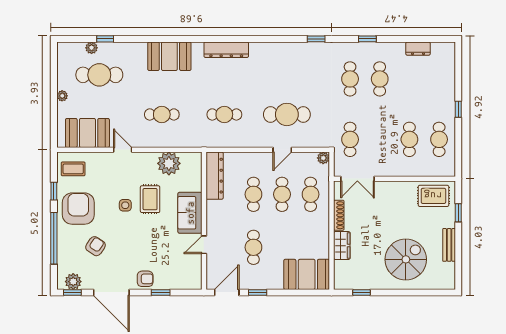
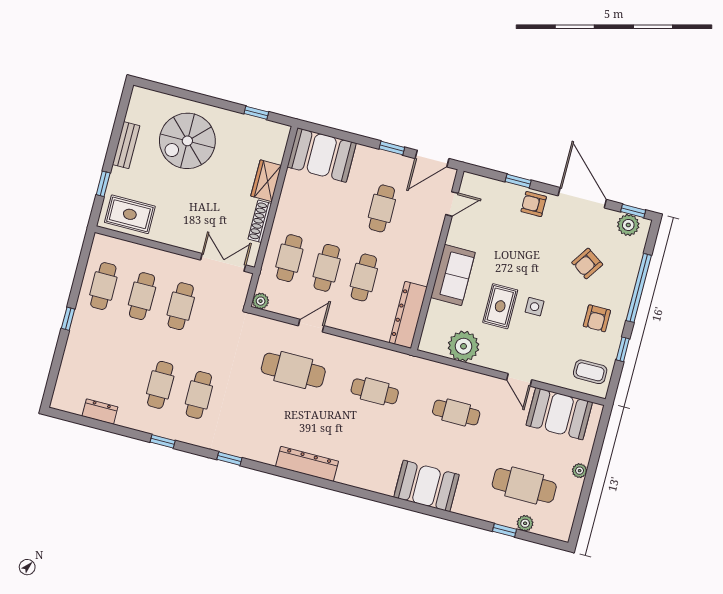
dresser: (226, 50) -> (307, 464), moved
cafe table: (350, 139) -> (181, 306), moved
armchair: (78, 209) -> (597, 318), width x0.53, depth x0.53
door: (204, 245) -> (452, 204), moved

